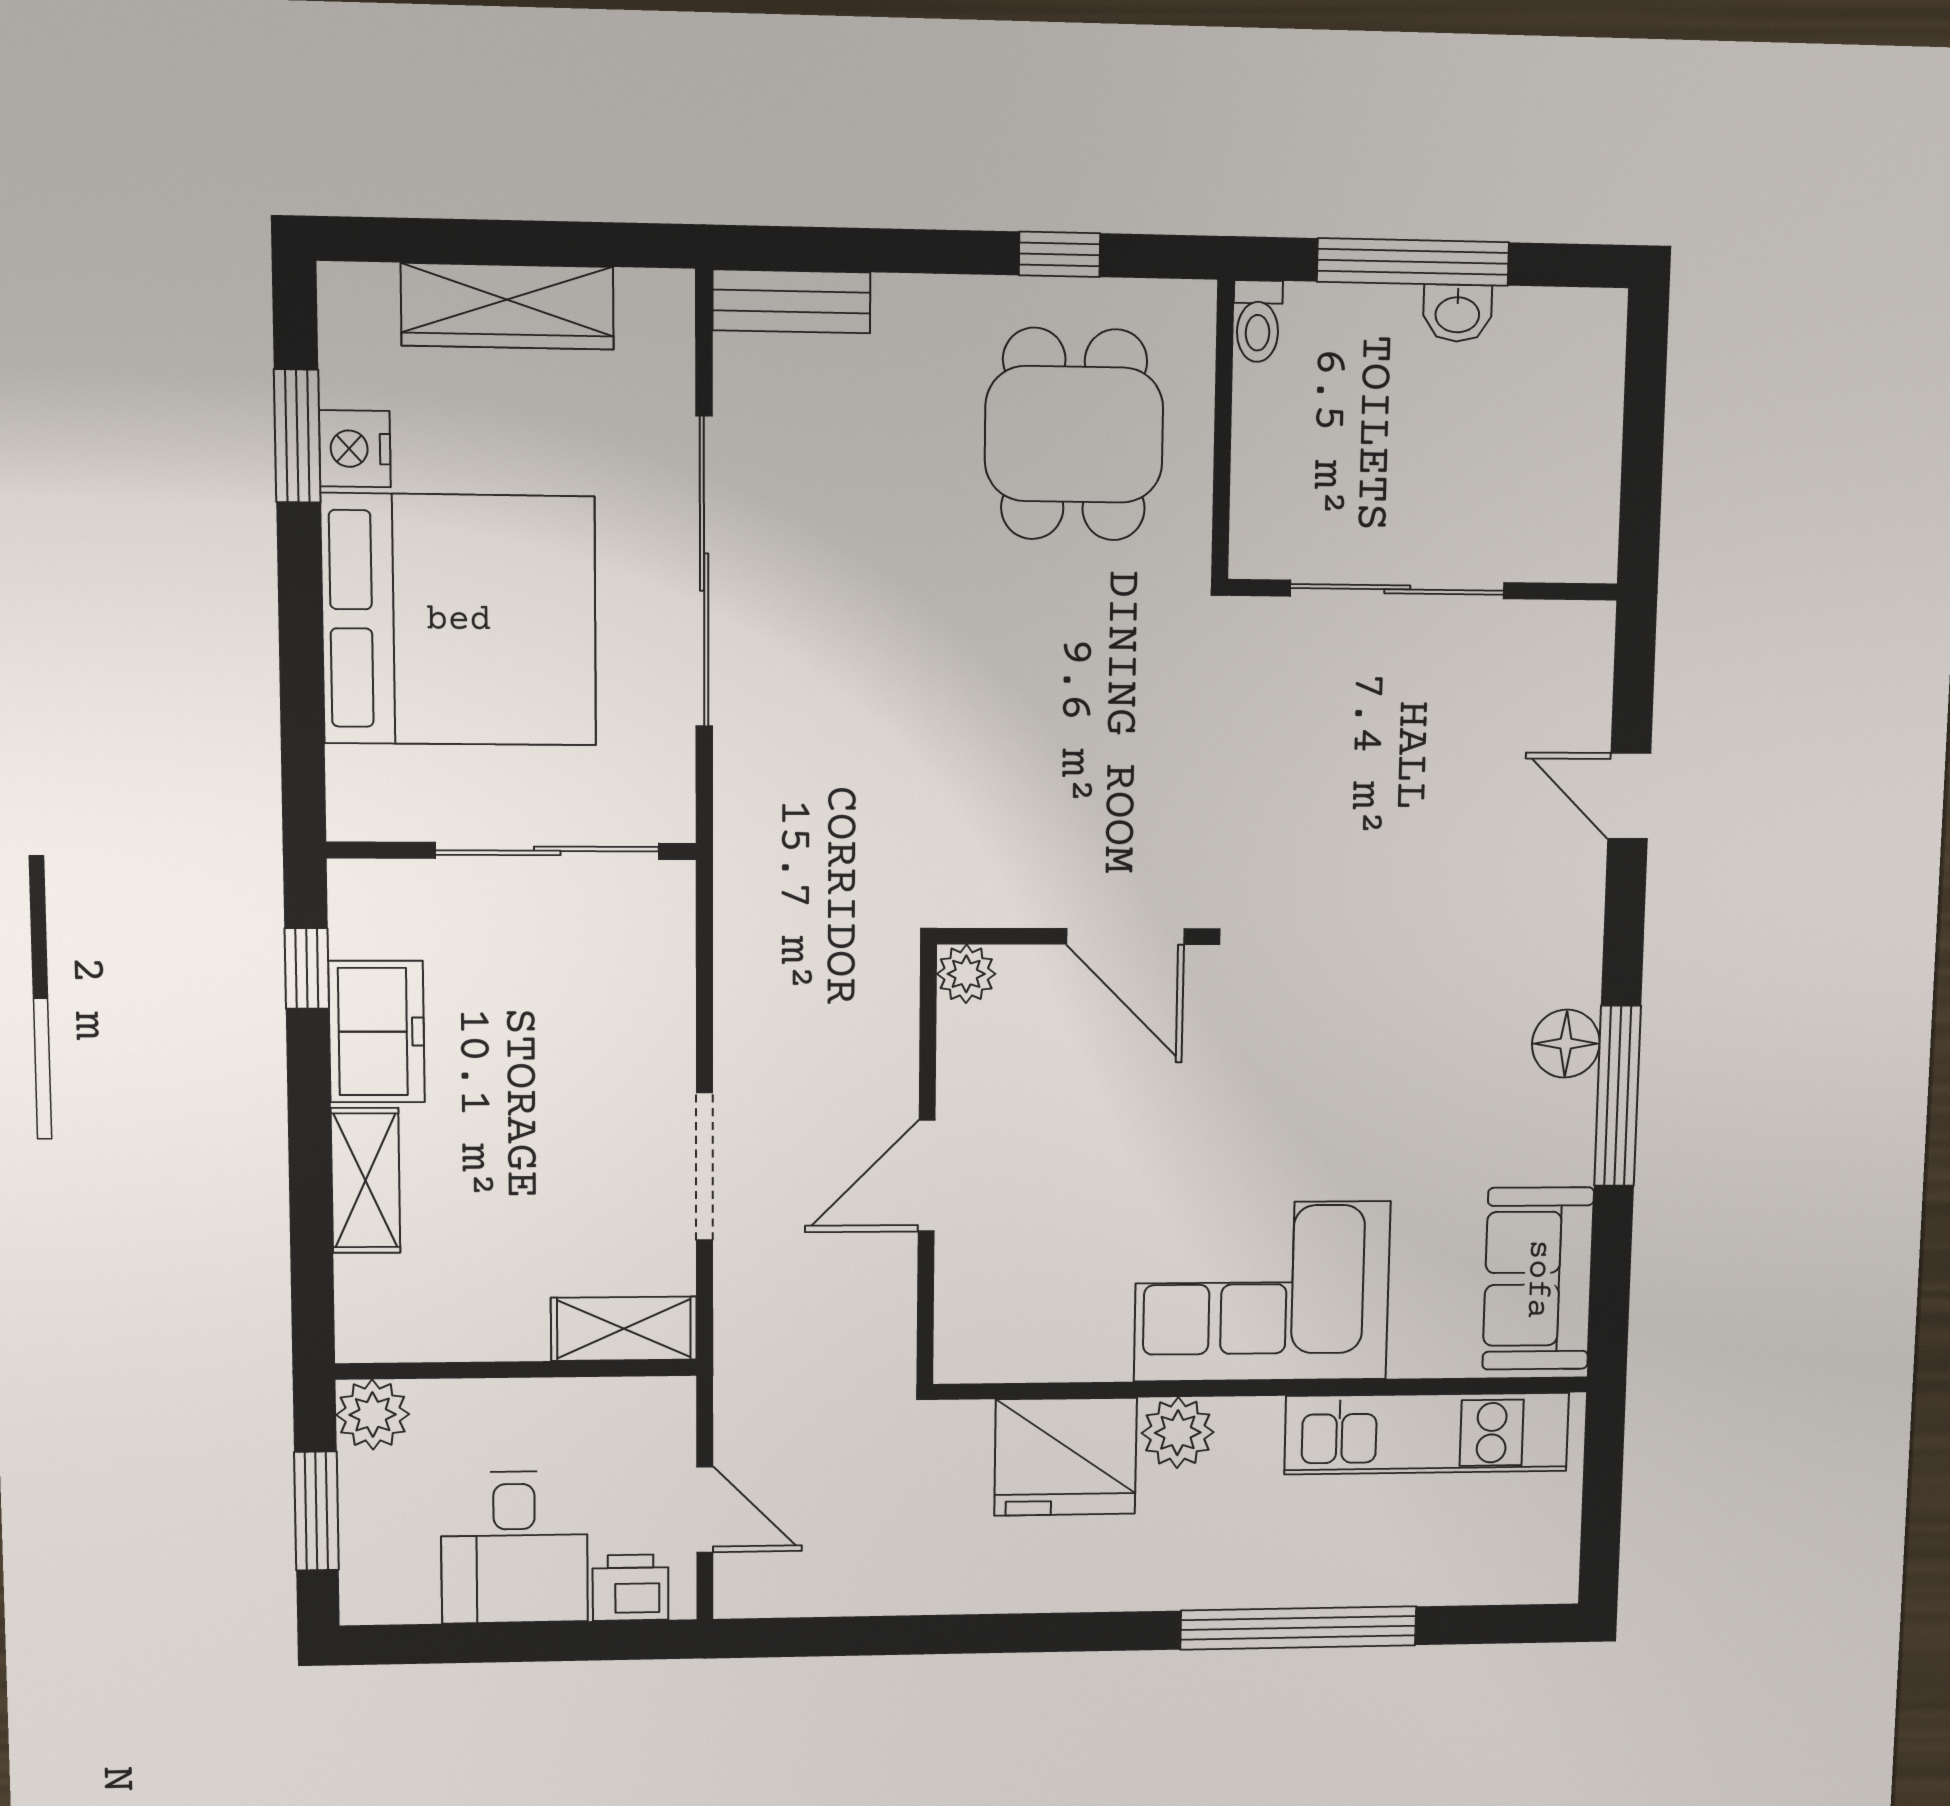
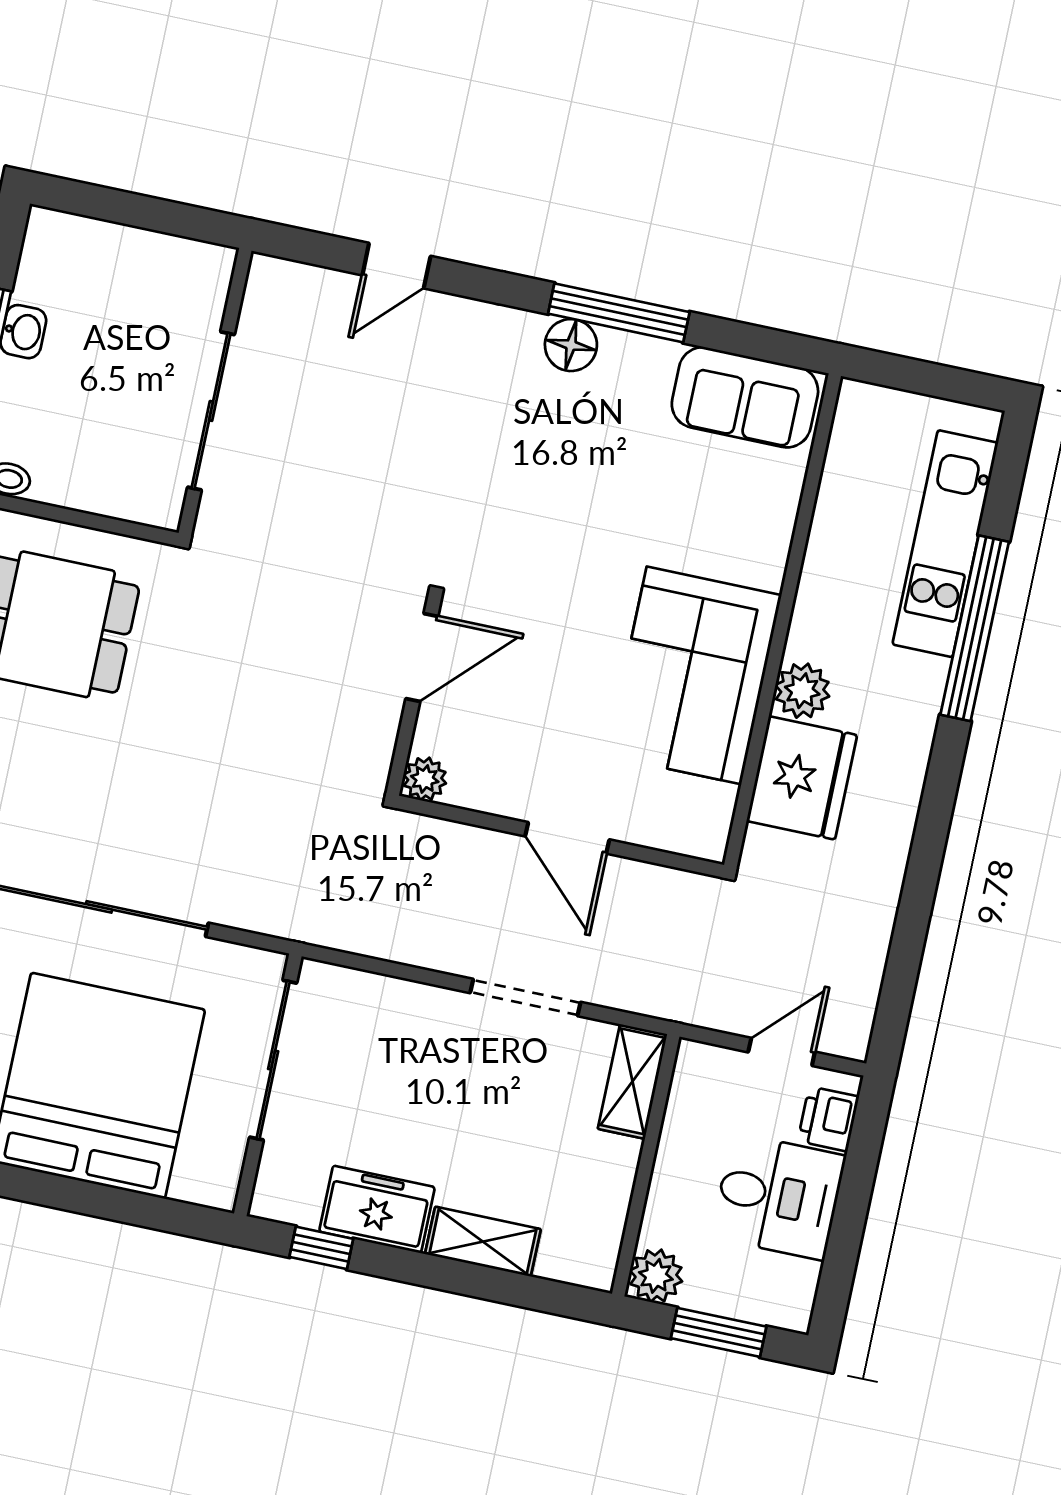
corner sofa: (1262, 1291) -> (694, 675), moved
kitchen unit: (1427, 1434) -> (945, 544), moved, turned 180

